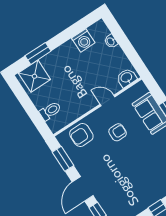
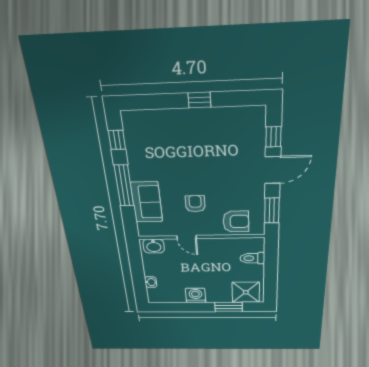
washing machine: (83, 40) -> (196, 295), moved
armchair: (118, 132) -> (195, 204), turned 90

